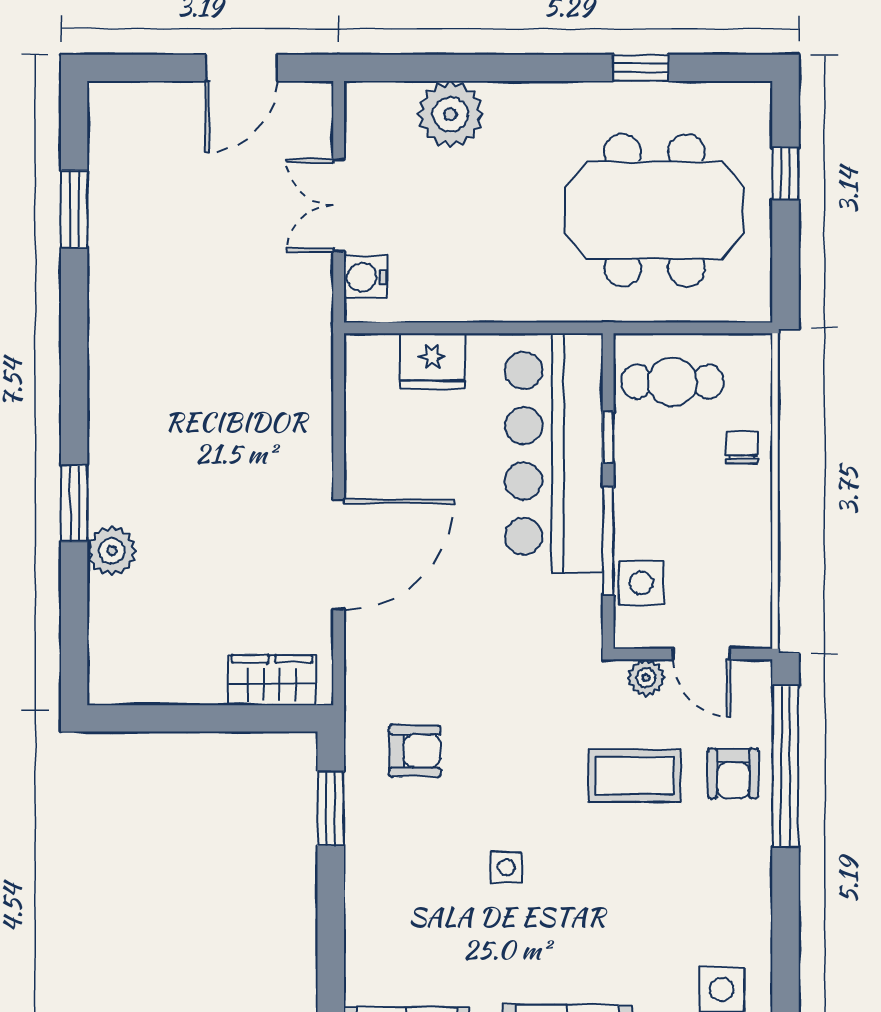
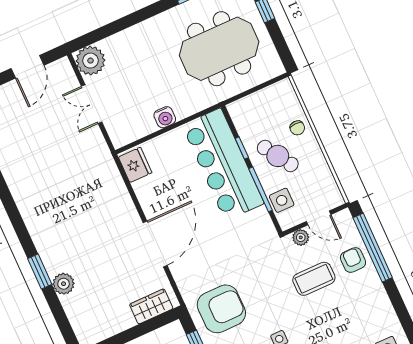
plant: (450, 114) -> (90, 61), moved
water cooler: (365, 277) -> (165, 117), moved, turned -90
fridge: (432, 361) -> (135, 165), moved, turned -90
cafe table: (672, 382) -> (278, 156), moved, turned 57
chair: (742, 448) -> (297, 128), turned 180
armchair: (415, 751) -> (221, 309), width x1.88, depth x1.88
armchair: (733, 773) -> (353, 260), turned 180

